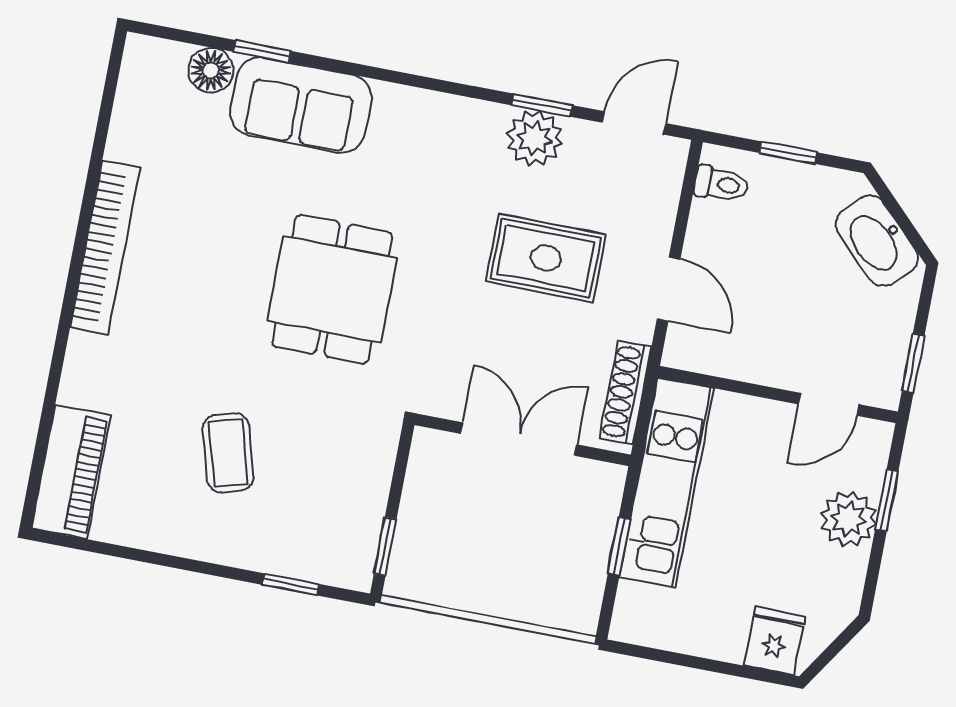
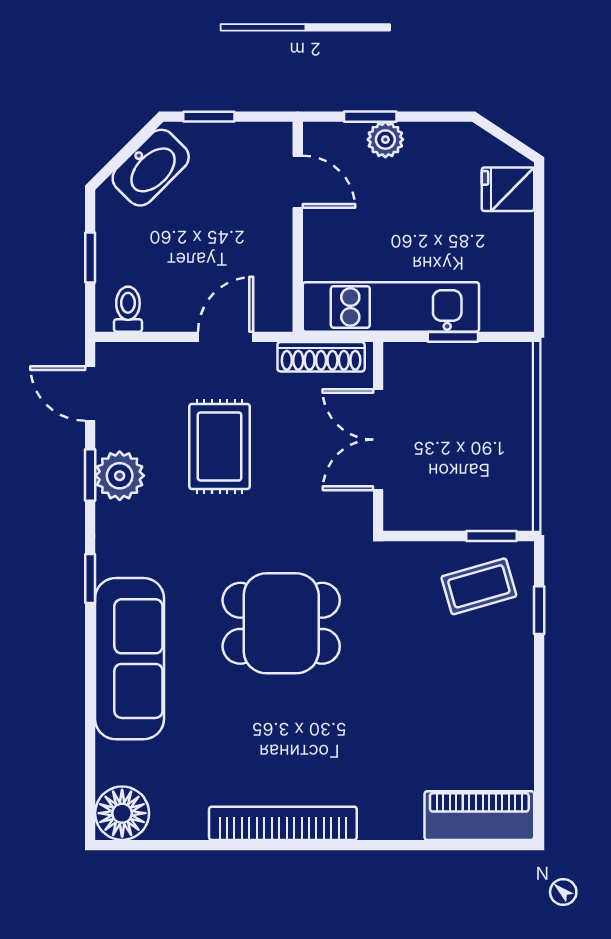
window: (262, 51) -> (90, 578), moved
floor lamp: (211, 70) -> (122, 813), moved, width x1.38, depth x1.38
sofa: (301, 105) -> (130, 659), width x1.36
window: (913, 363) -> (209, 117), moved
coffee table: (228, 453) -> (479, 586), moved
plant: (848, 519) -> (385, 140), width x0.73, depth x0.73

